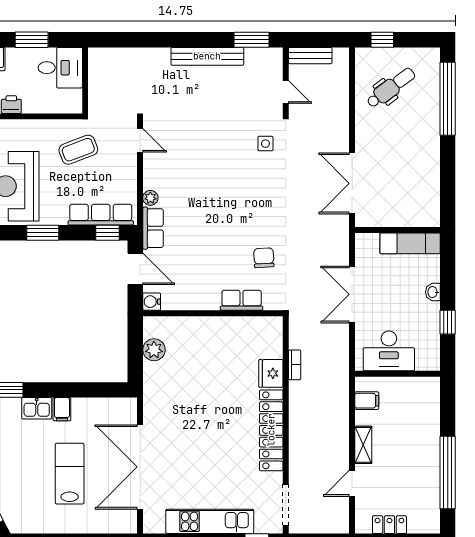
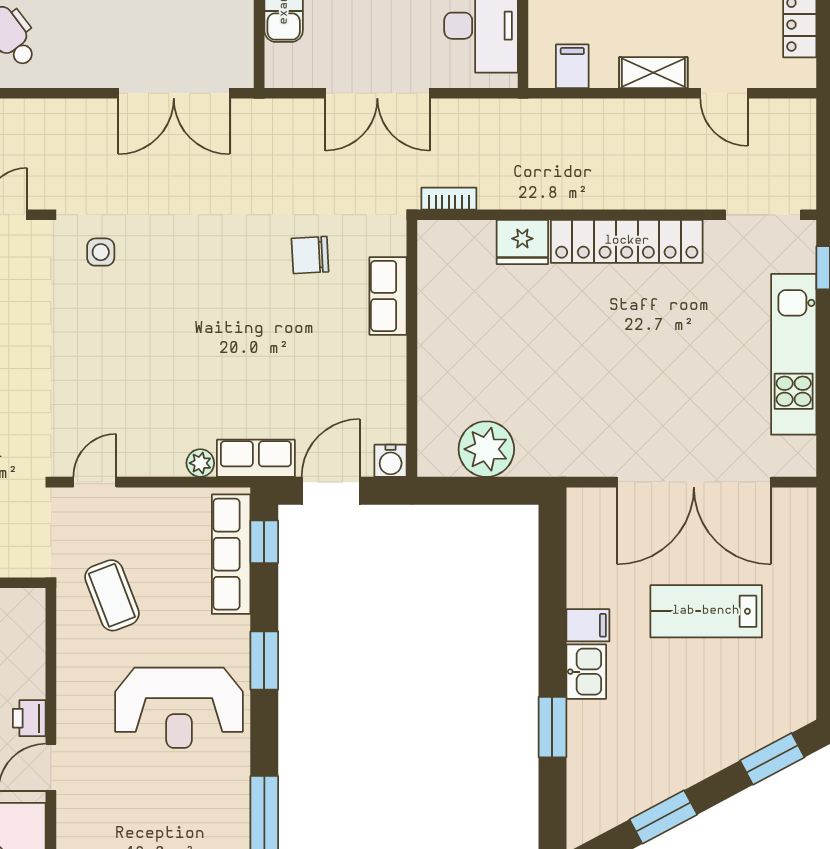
plant: (154, 350) -> (486, 449), width x1.36, depth x1.36
bookcase: (295, 365) -> (449, 199), moved

